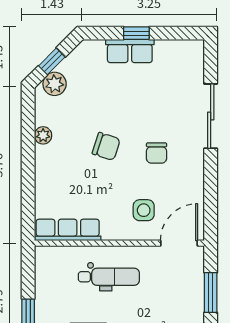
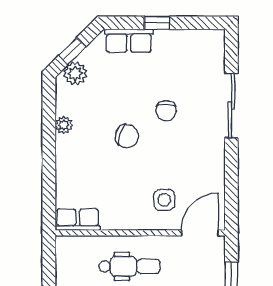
row of seats: (130, 51) -> (129, 41), moved
chair: (157, 153) -> (166, 111), moved
row of seats: (68, 230) -> (78, 220), width x0.68

